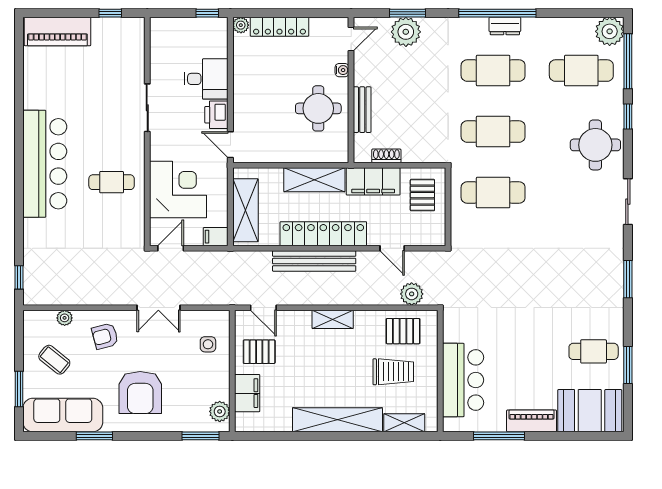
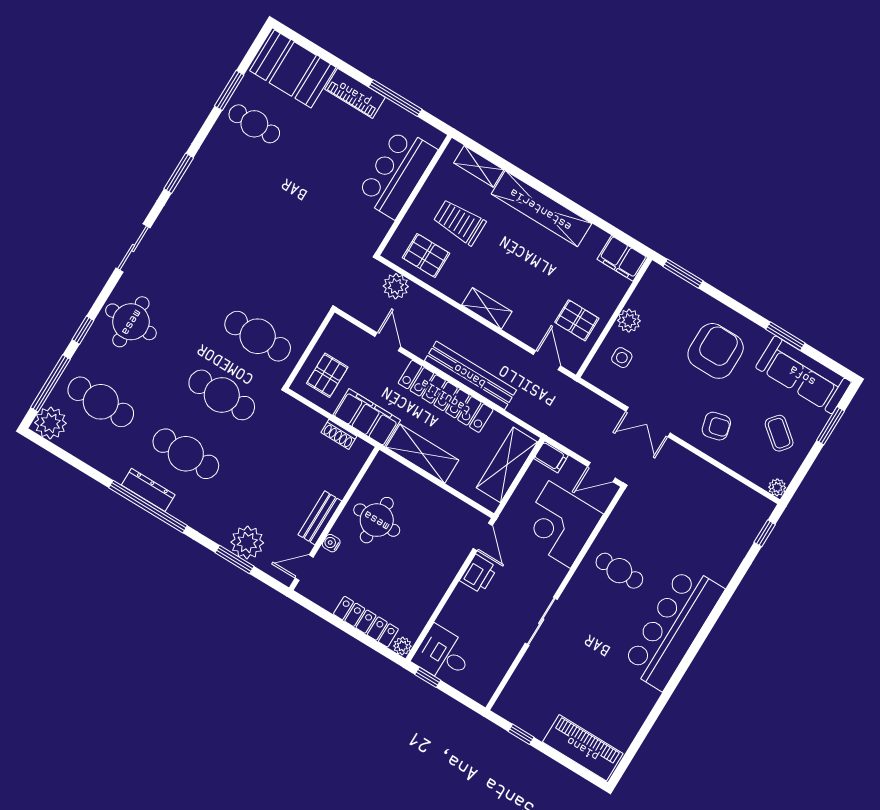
dresser: (505, 26) -> (148, 490), width x1.44
desk: (206, 79) -> (443, 655), moved
bench: (362, 110) -> (320, 518), moved
double door: (158, 308) -> (648, 422), swing flipped
plant: (65, 318) -> (777, 487), moved
filing cabinet: (247, 393) -> (622, 258), moved, turned -90
plant: (220, 411) -> (629, 321), moved

